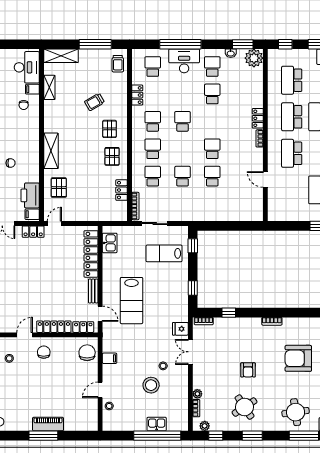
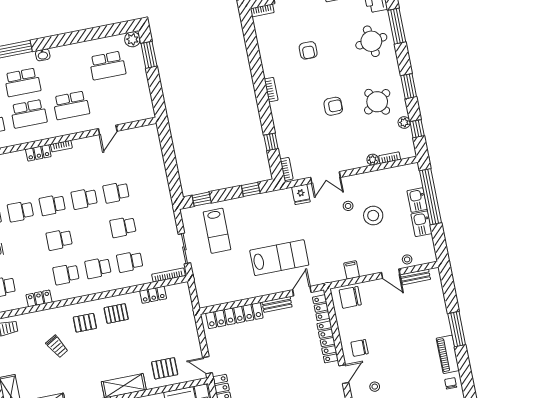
school desk: (212, 121) -> (52, 205), added
kitchen sink: (110, 243) -> (422, 224), moved, turned -90
door: (25, 335) -> (344, 374), swing flipped
armchair: (298, 358) -> (308, 50), width x0.53, depth x0.53
bench: (93, 410) -> (416, 277), added
piano: (48, 424) -> (448, 354), moved
plant: (205, 426) -> (404, 123), moved

